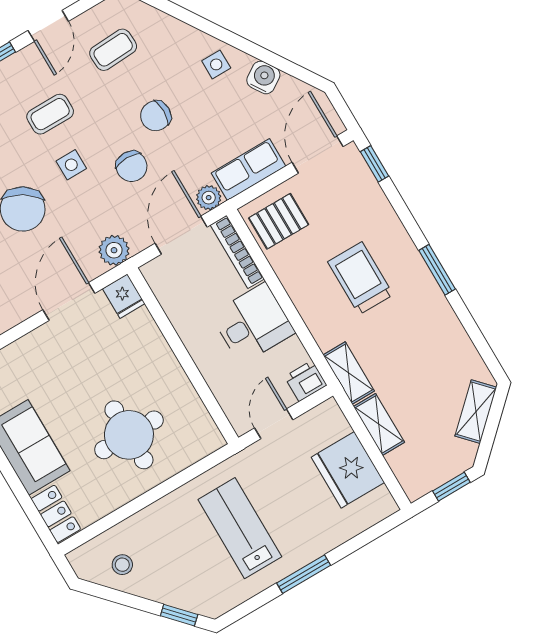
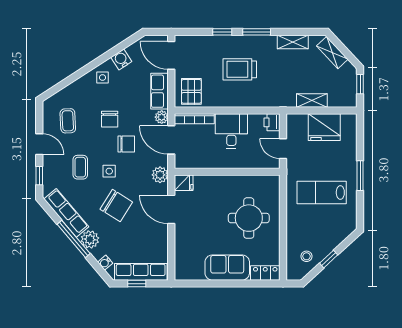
window: (374, 164) -> (222, 32), moved
shelving: (349, 373) -> (293, 42), moved
window: (179, 615) -> (329, 259), moved

